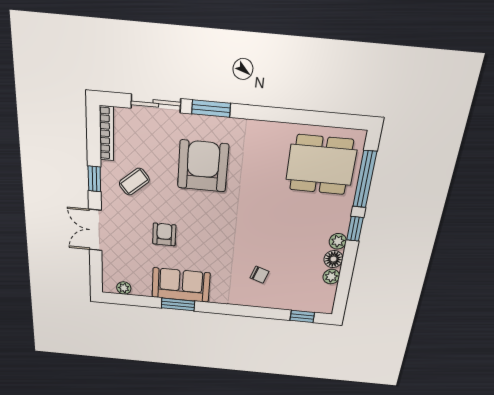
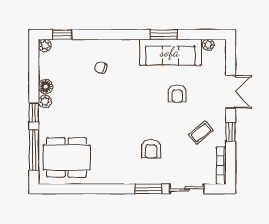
armchair: (203, 166) -> (151, 149), width x0.53, depth x0.53
plant: (331, 277) -> (45, 45), moved
sofa: (181, 285) -> (170, 52), width x1.36

